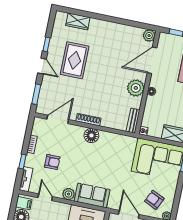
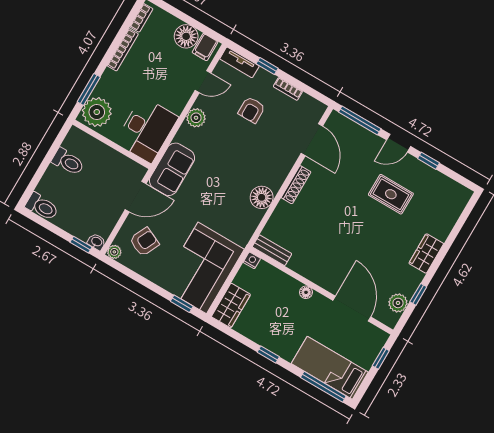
wardrobe: (78, 21) -> (426, 253), moved
window: (130, 23) -> (418, 294), added
plant: (149, 36) -> (398, 303), moved
rug: (75, 60) -> (391, 194), width x0.73, depth x0.70
plant: (136, 88) -> (319, 271), removed
window: (36, 94) -> (360, 120), width x1.44
floor lamp: (91, 135) -> (262, 197), moved
sofa: (92, 195) -> (172, 169), moved

